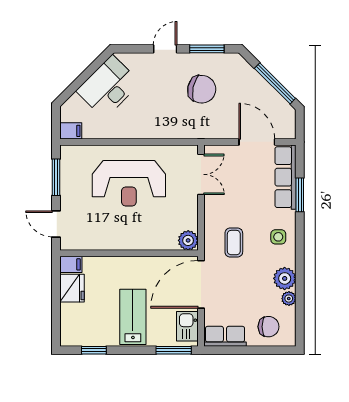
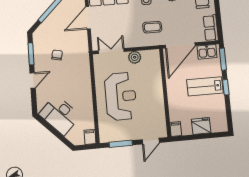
door: (165, 49) -> (33, 80), swing flipped
chair: (202, 89) -> (57, 55), width x0.54, depth x0.54
plant: (188, 240) -> (135, 57), moved
door: (201, 284) -> (180, 45), hinge flipped
fridge: (72, 288) -> (201, 126), moved
window: (94, 350) -> (226, 87), moved

